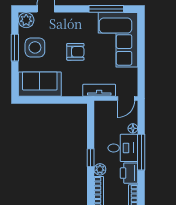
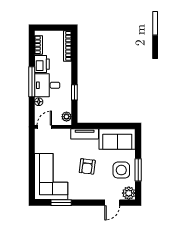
window: (106, 9) -> (61, 203), width x0.69
armchair: (75, 52) -> (87, 166), turned -83
tv unit: (99, 90) -> (85, 134), moved
window: (91, 158) -> (74, 92), moved
plant: (100, 169) -> (66, 117), moved

